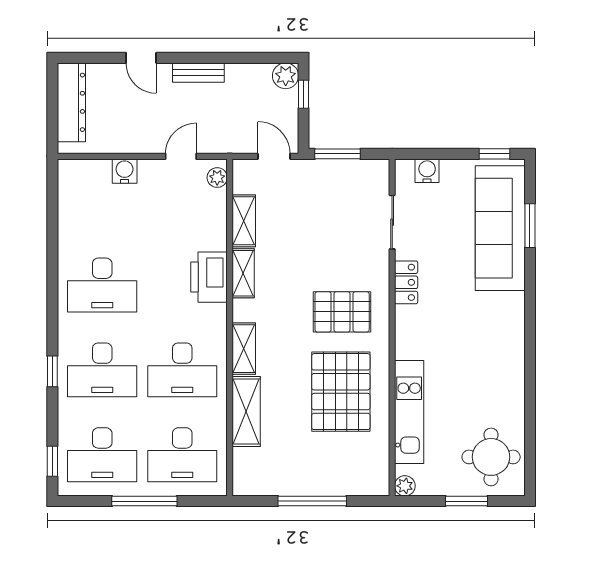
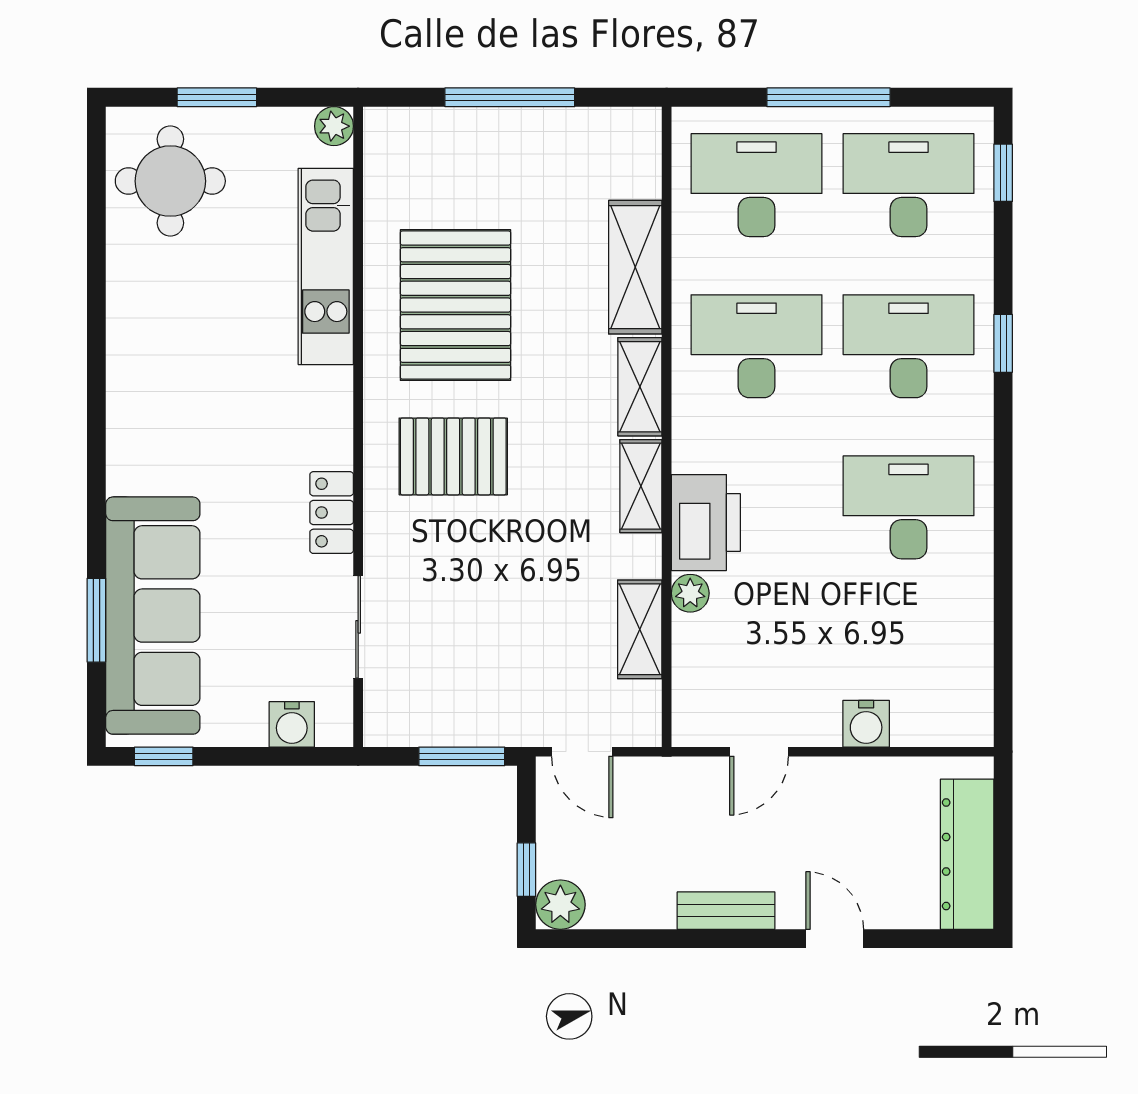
plant: (217, 178) -> (690, 593), moved
shelving: (243, 273) -> (641, 486), moved

